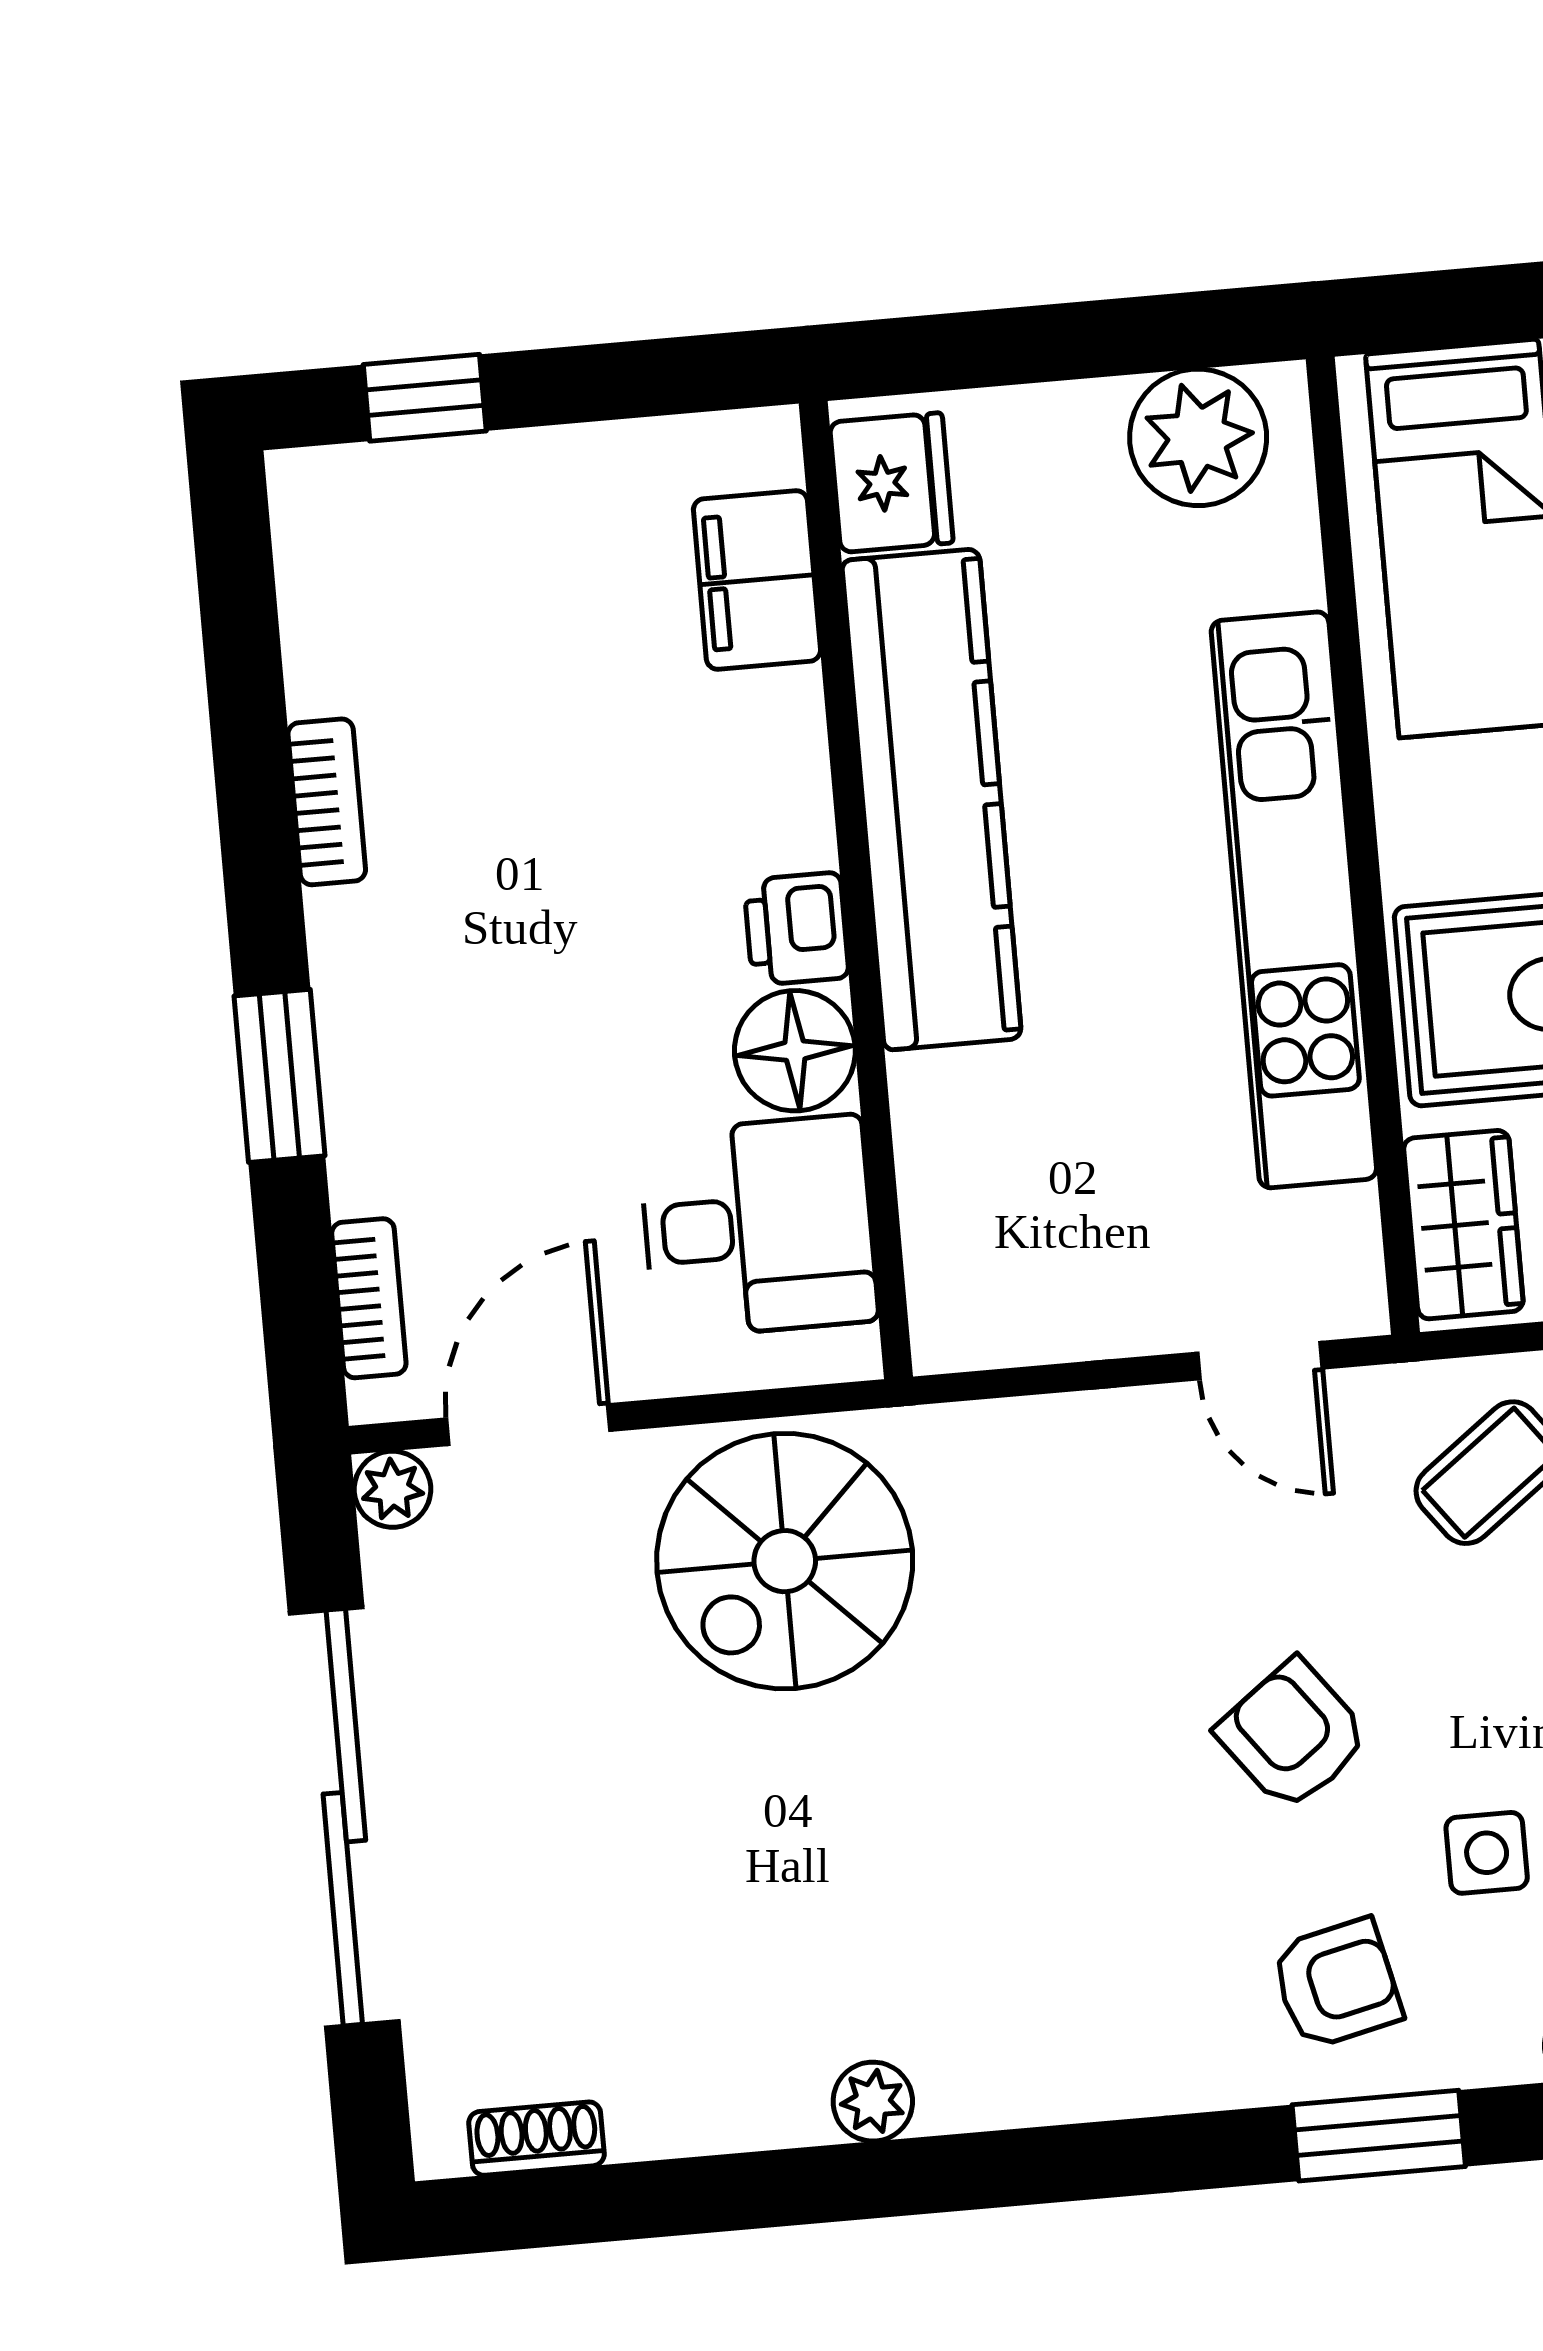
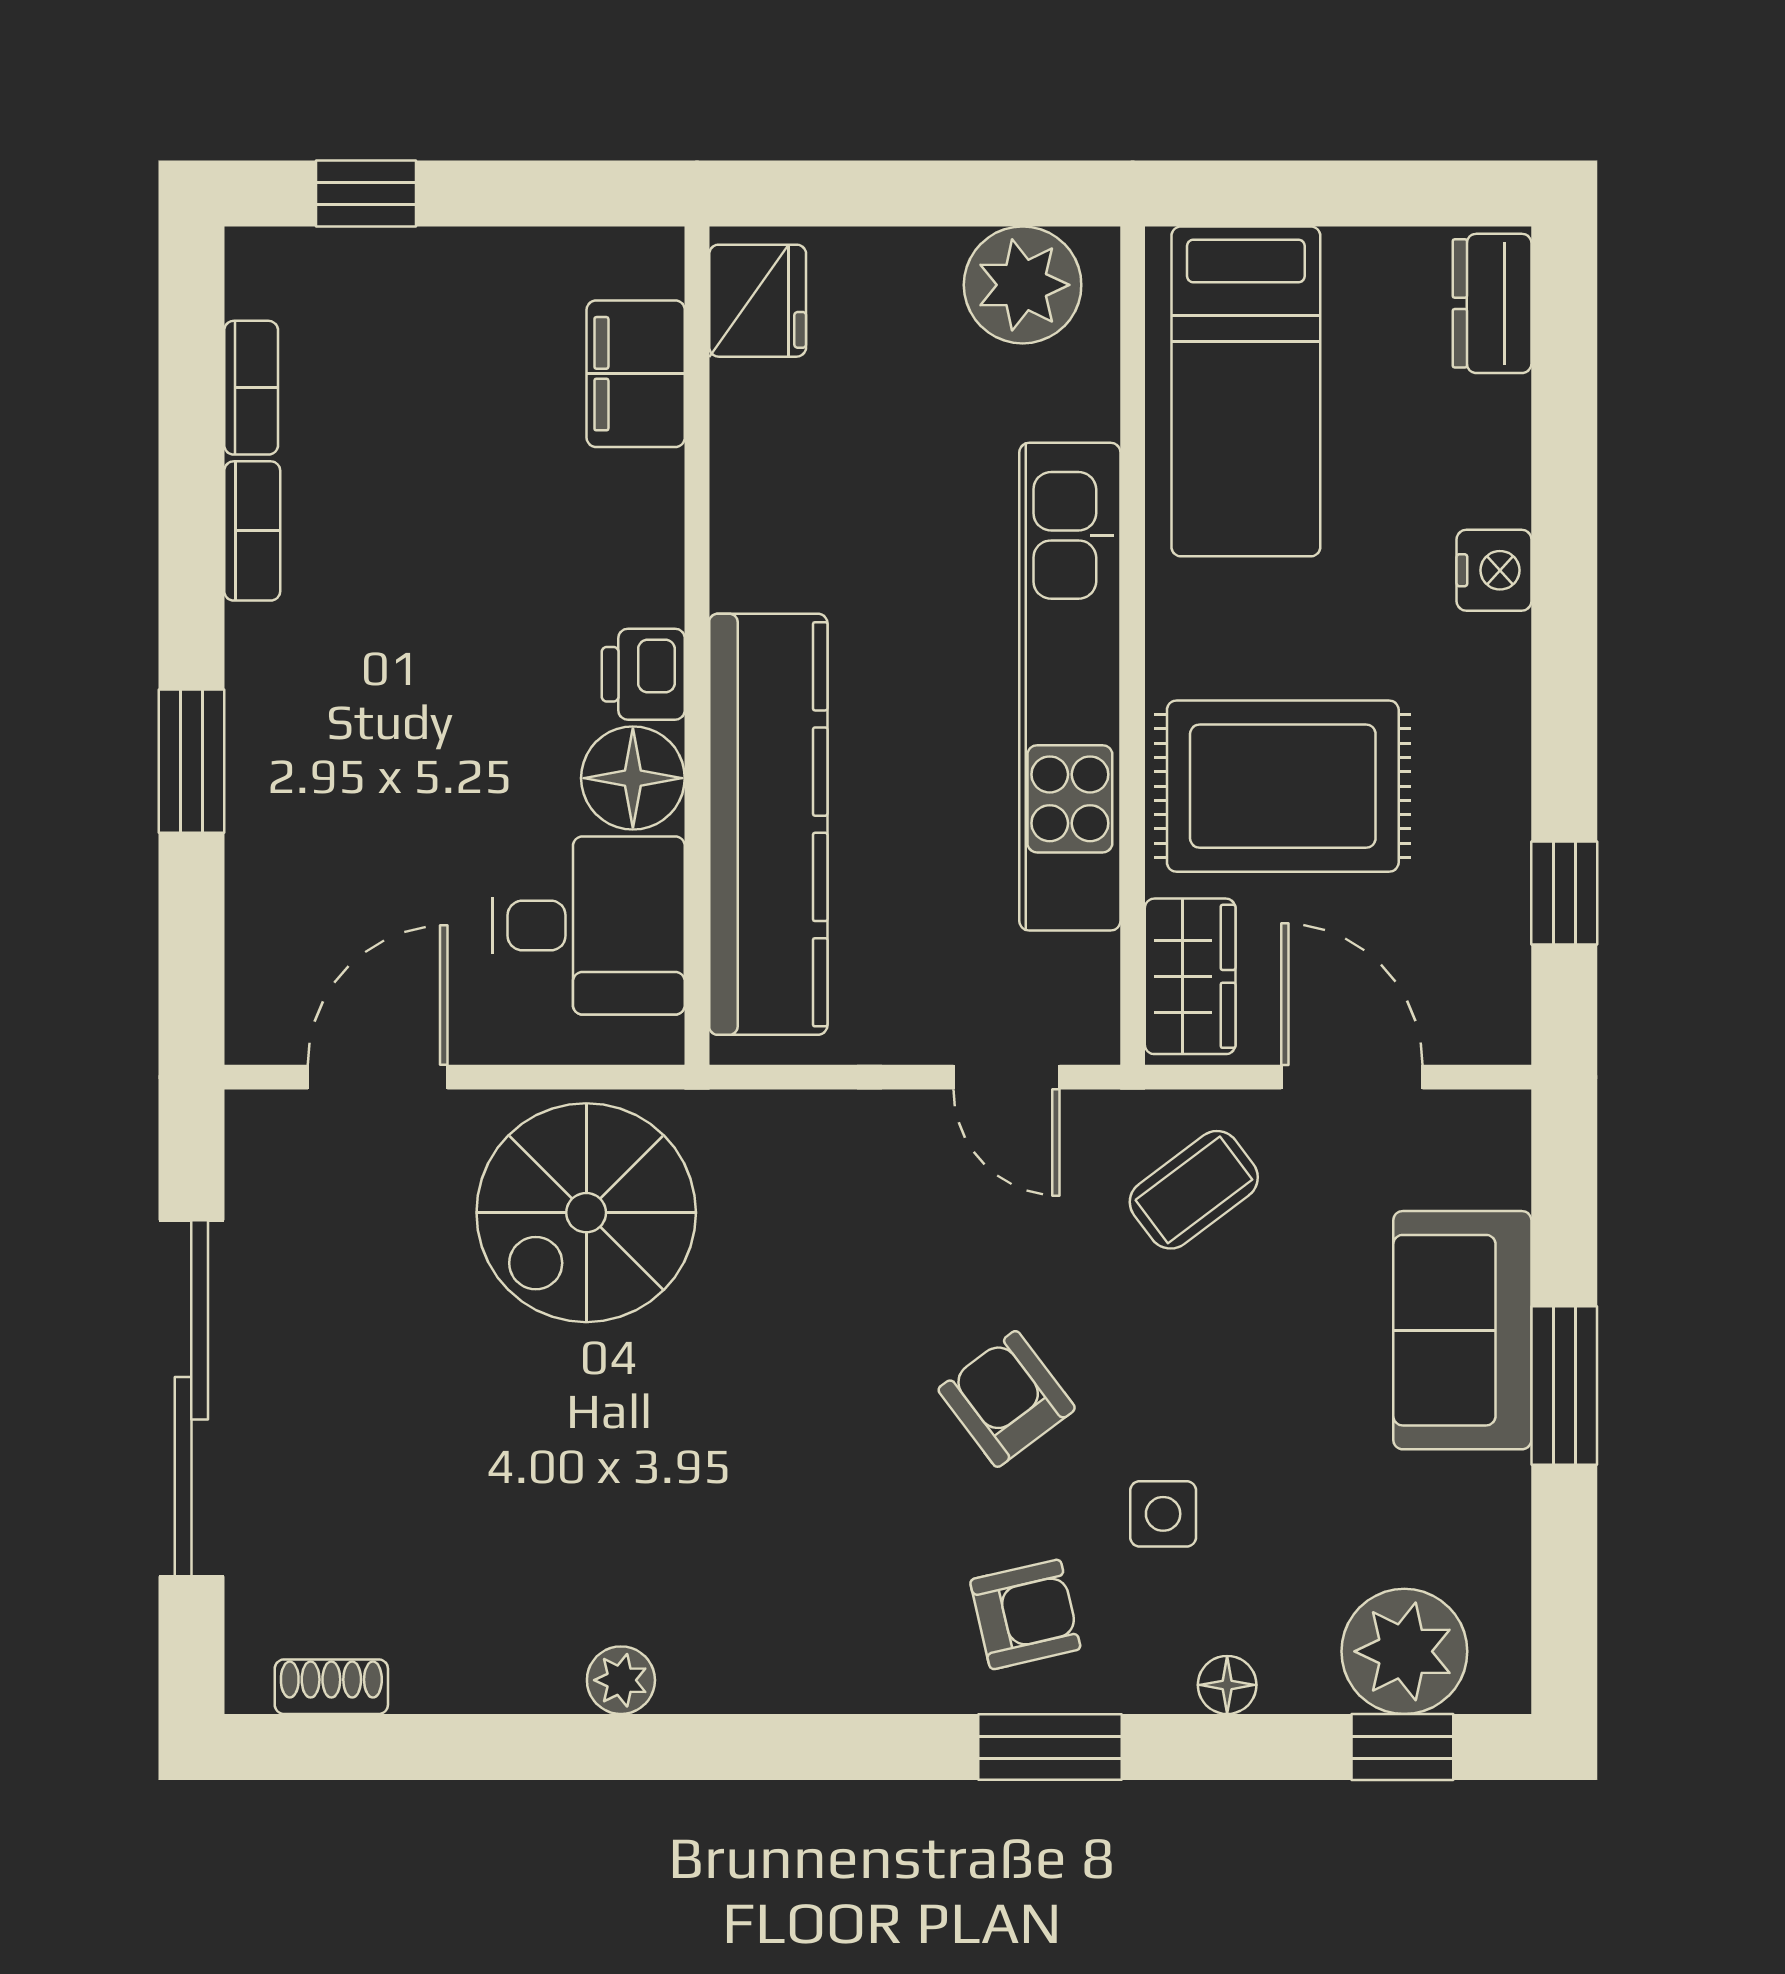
kitchen counter: (932, 800) -> (768, 824), moved
bookcase: (369, 1298) -> (251, 388), moved
plant: (393, 1489) -> (257, 1122), removed

